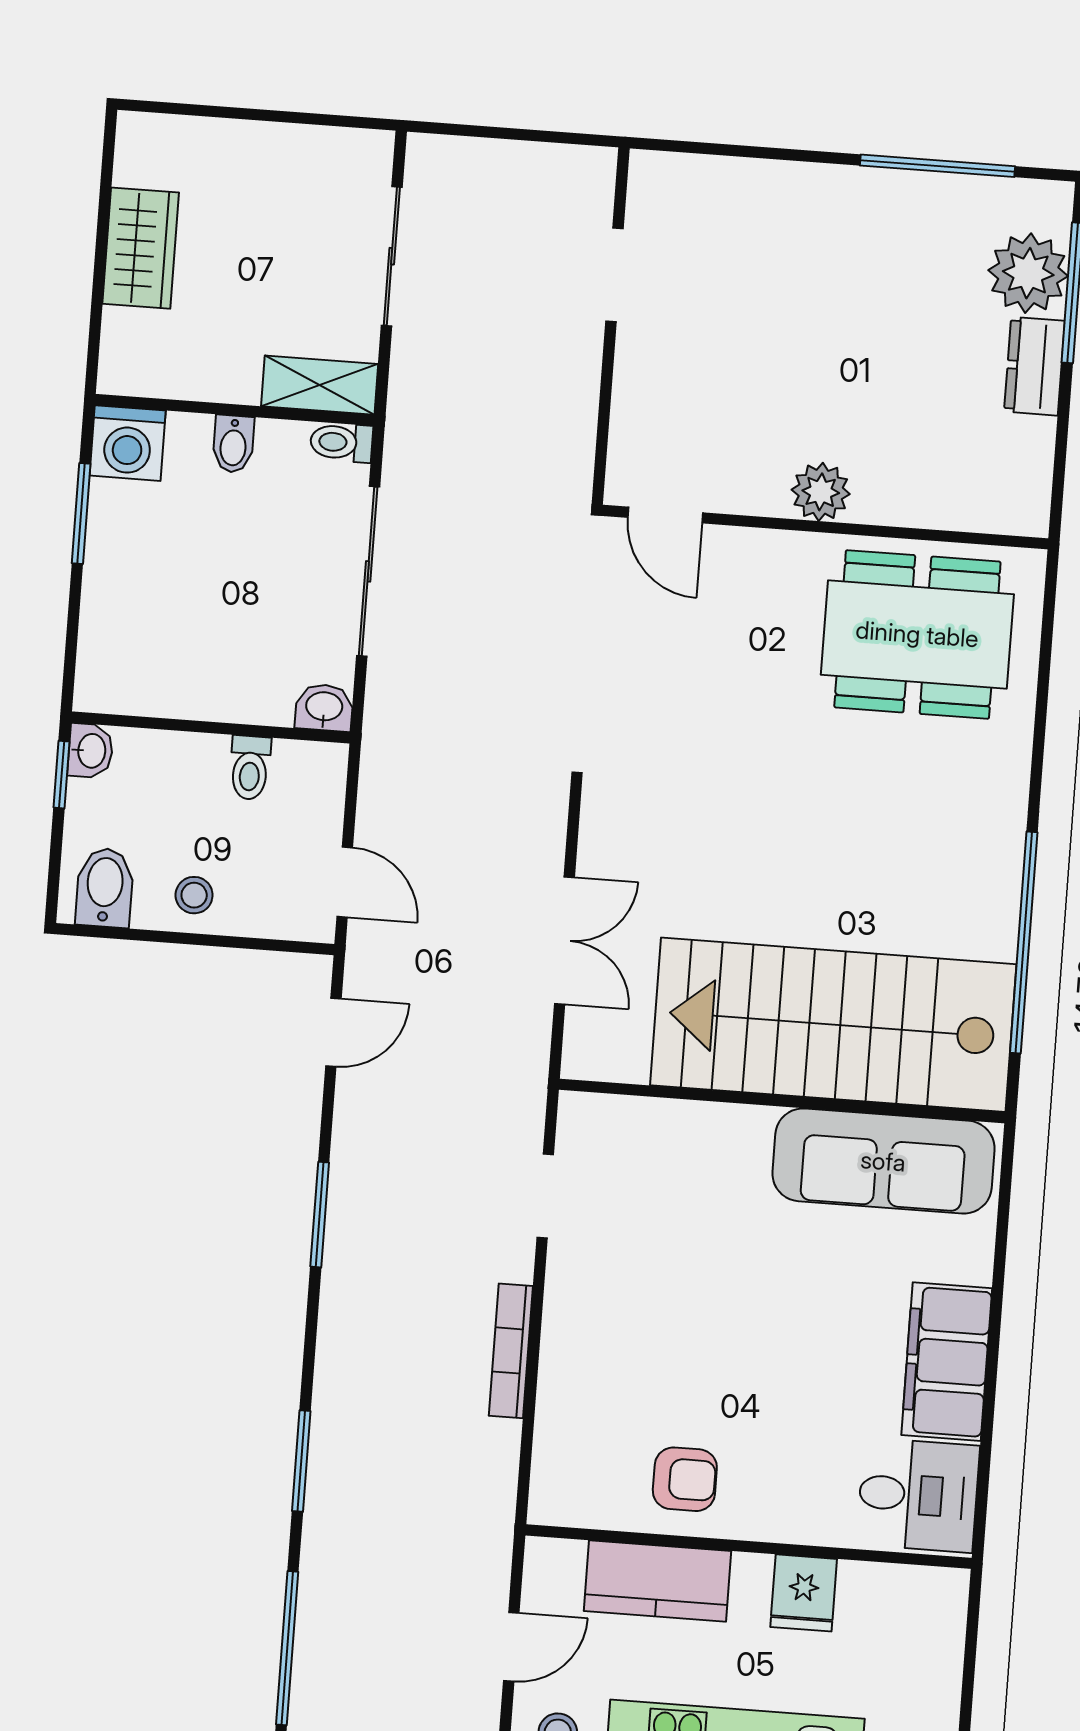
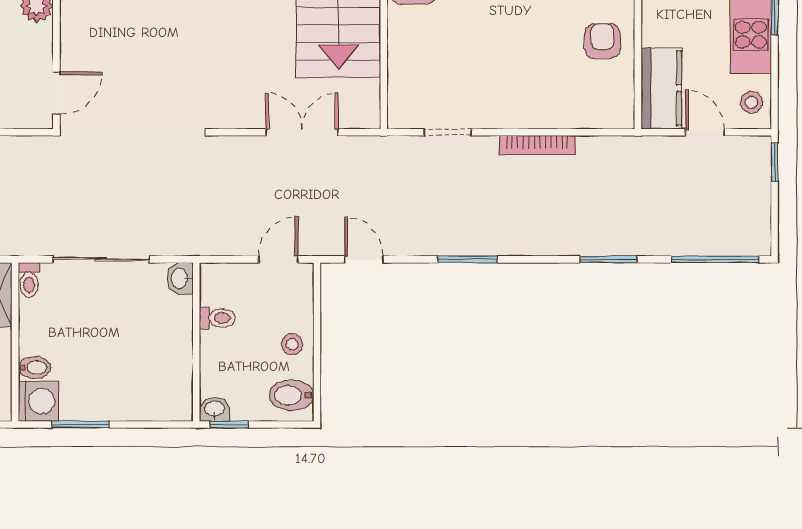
bidet: (233, 444) -> (34, 368), moved
kitchen counter: (657, 1581) -> (661, 88), moved

